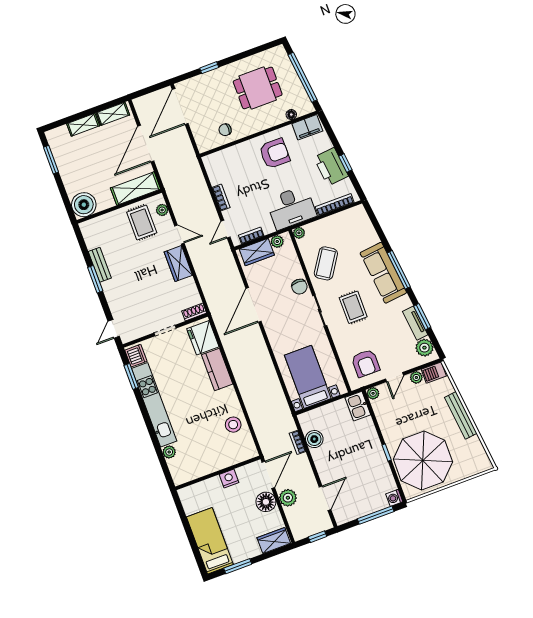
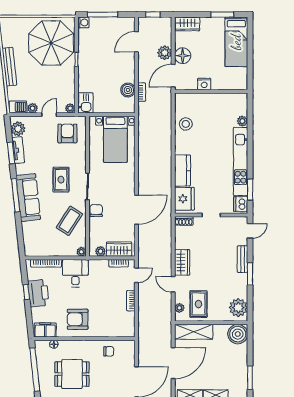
desk: (291, 208) -> (75, 273), width x0.73
plant: (94, 236) -> (238, 308), added
bench: (100, 265) -> (242, 259), moved

